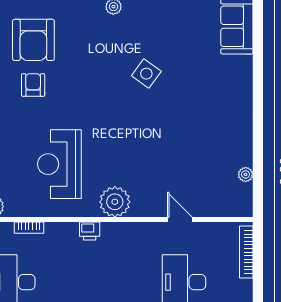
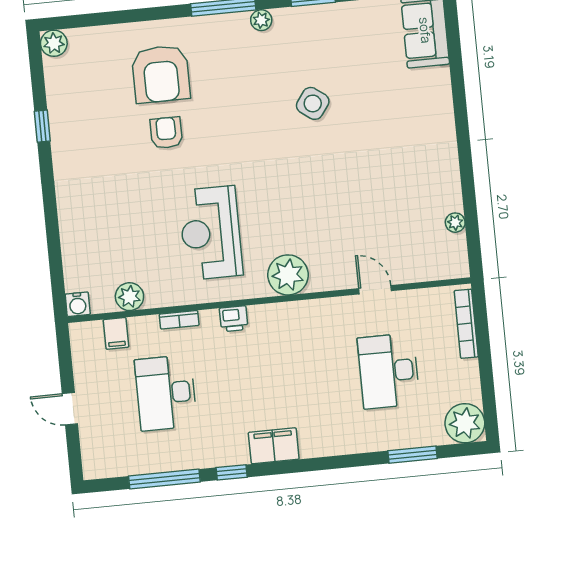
printer: (90, 231) -> (234, 319), moved

